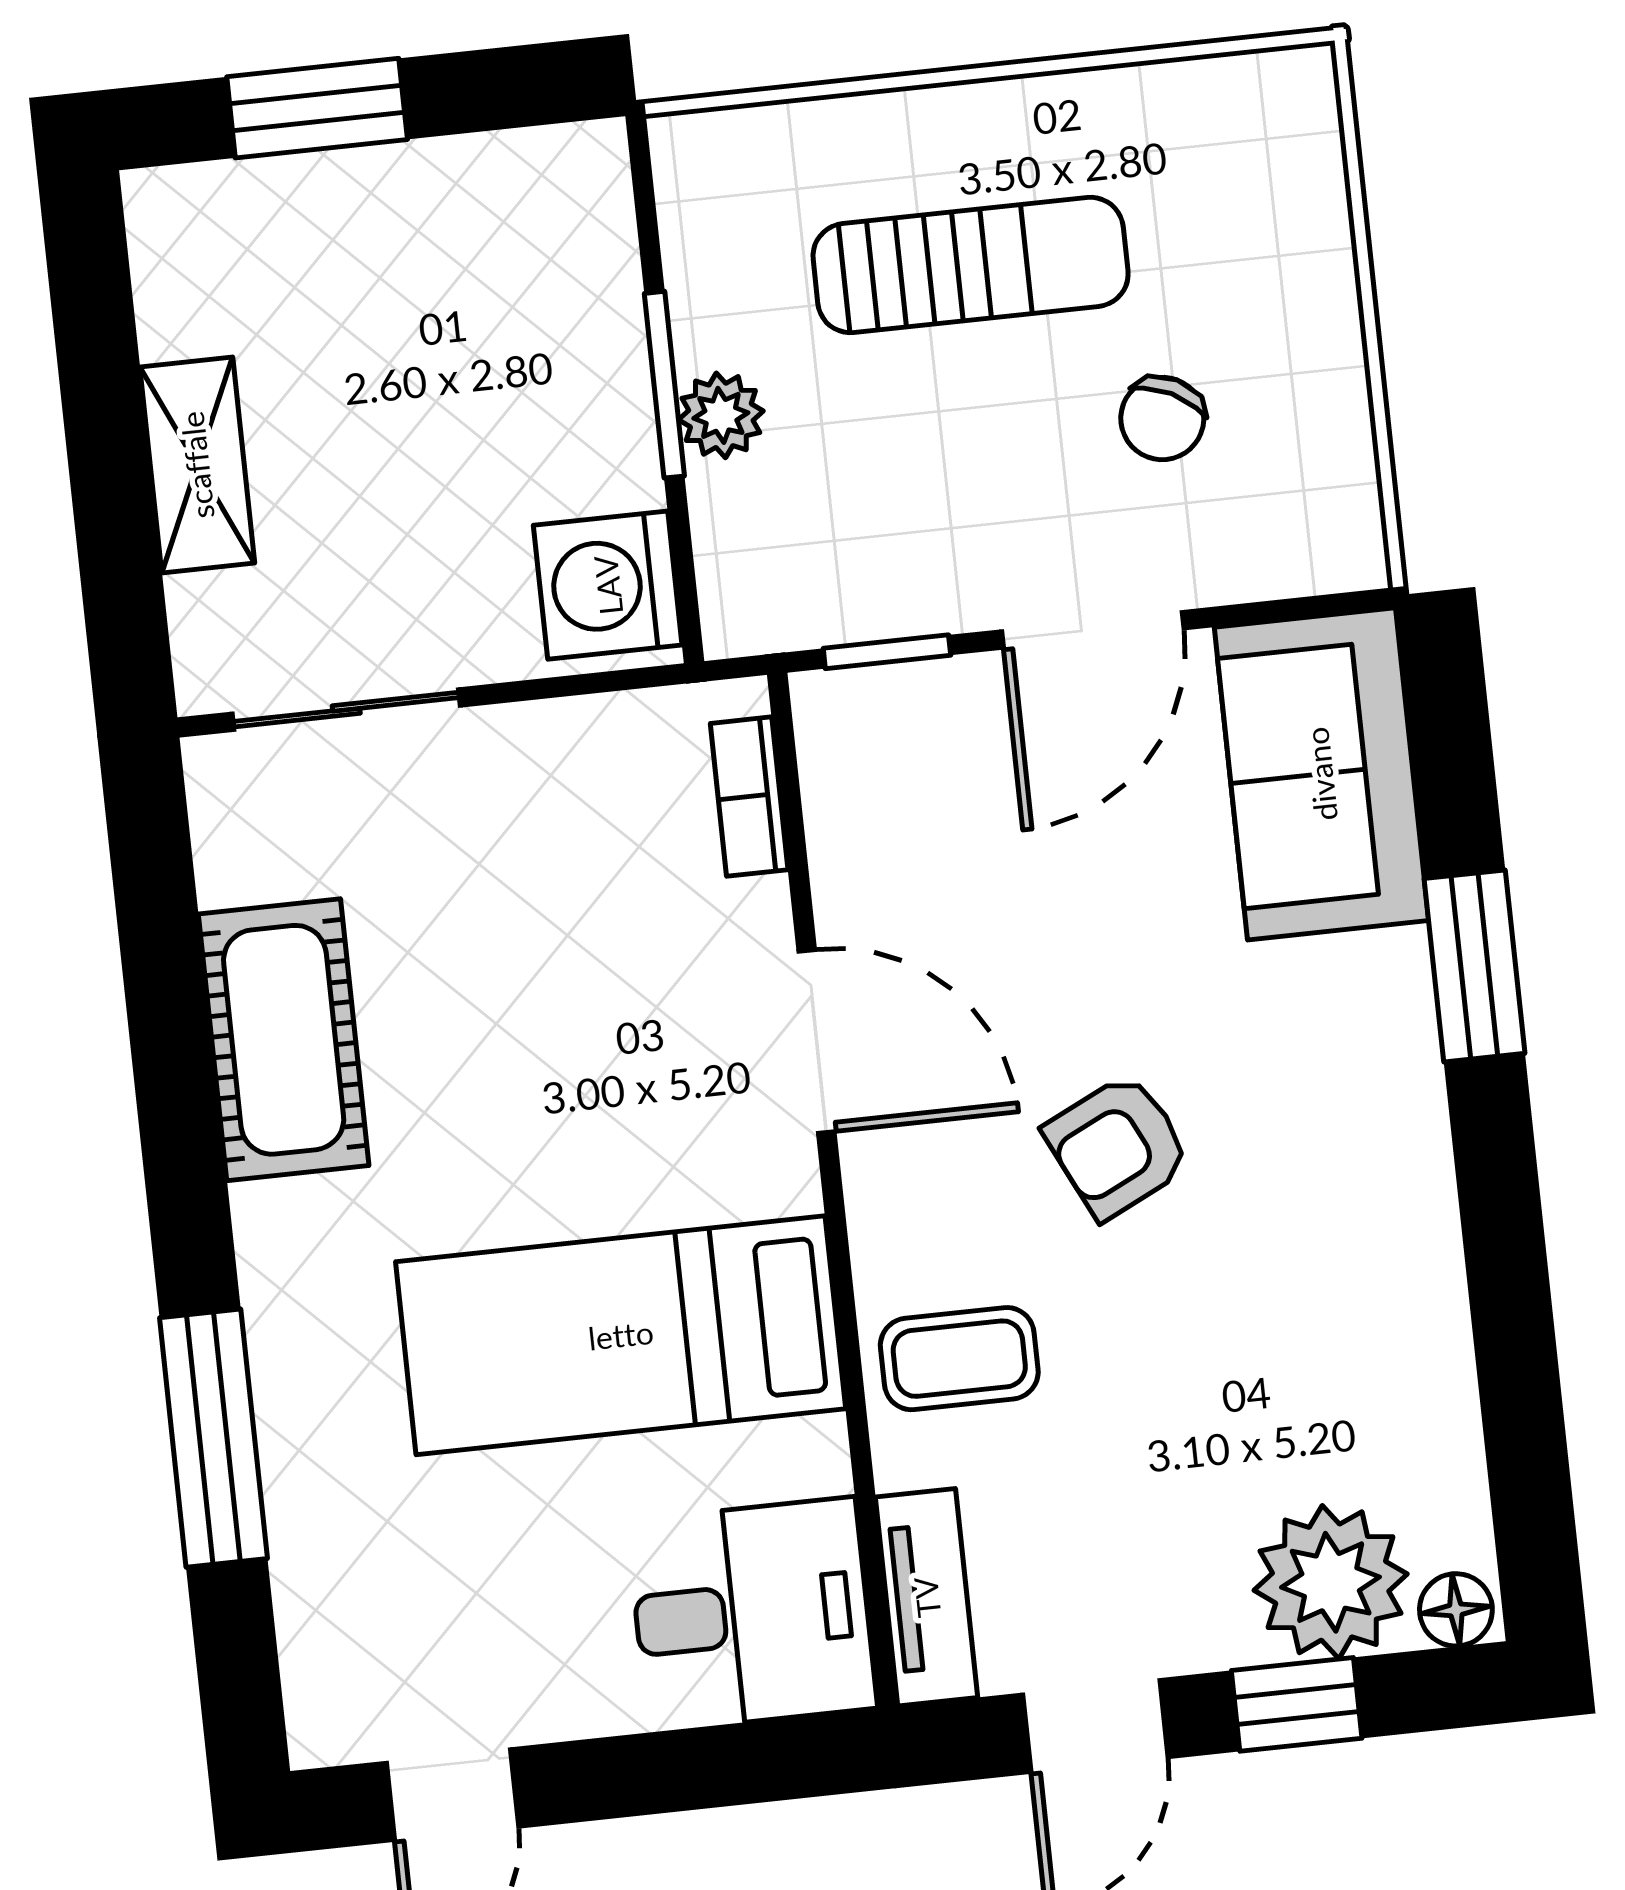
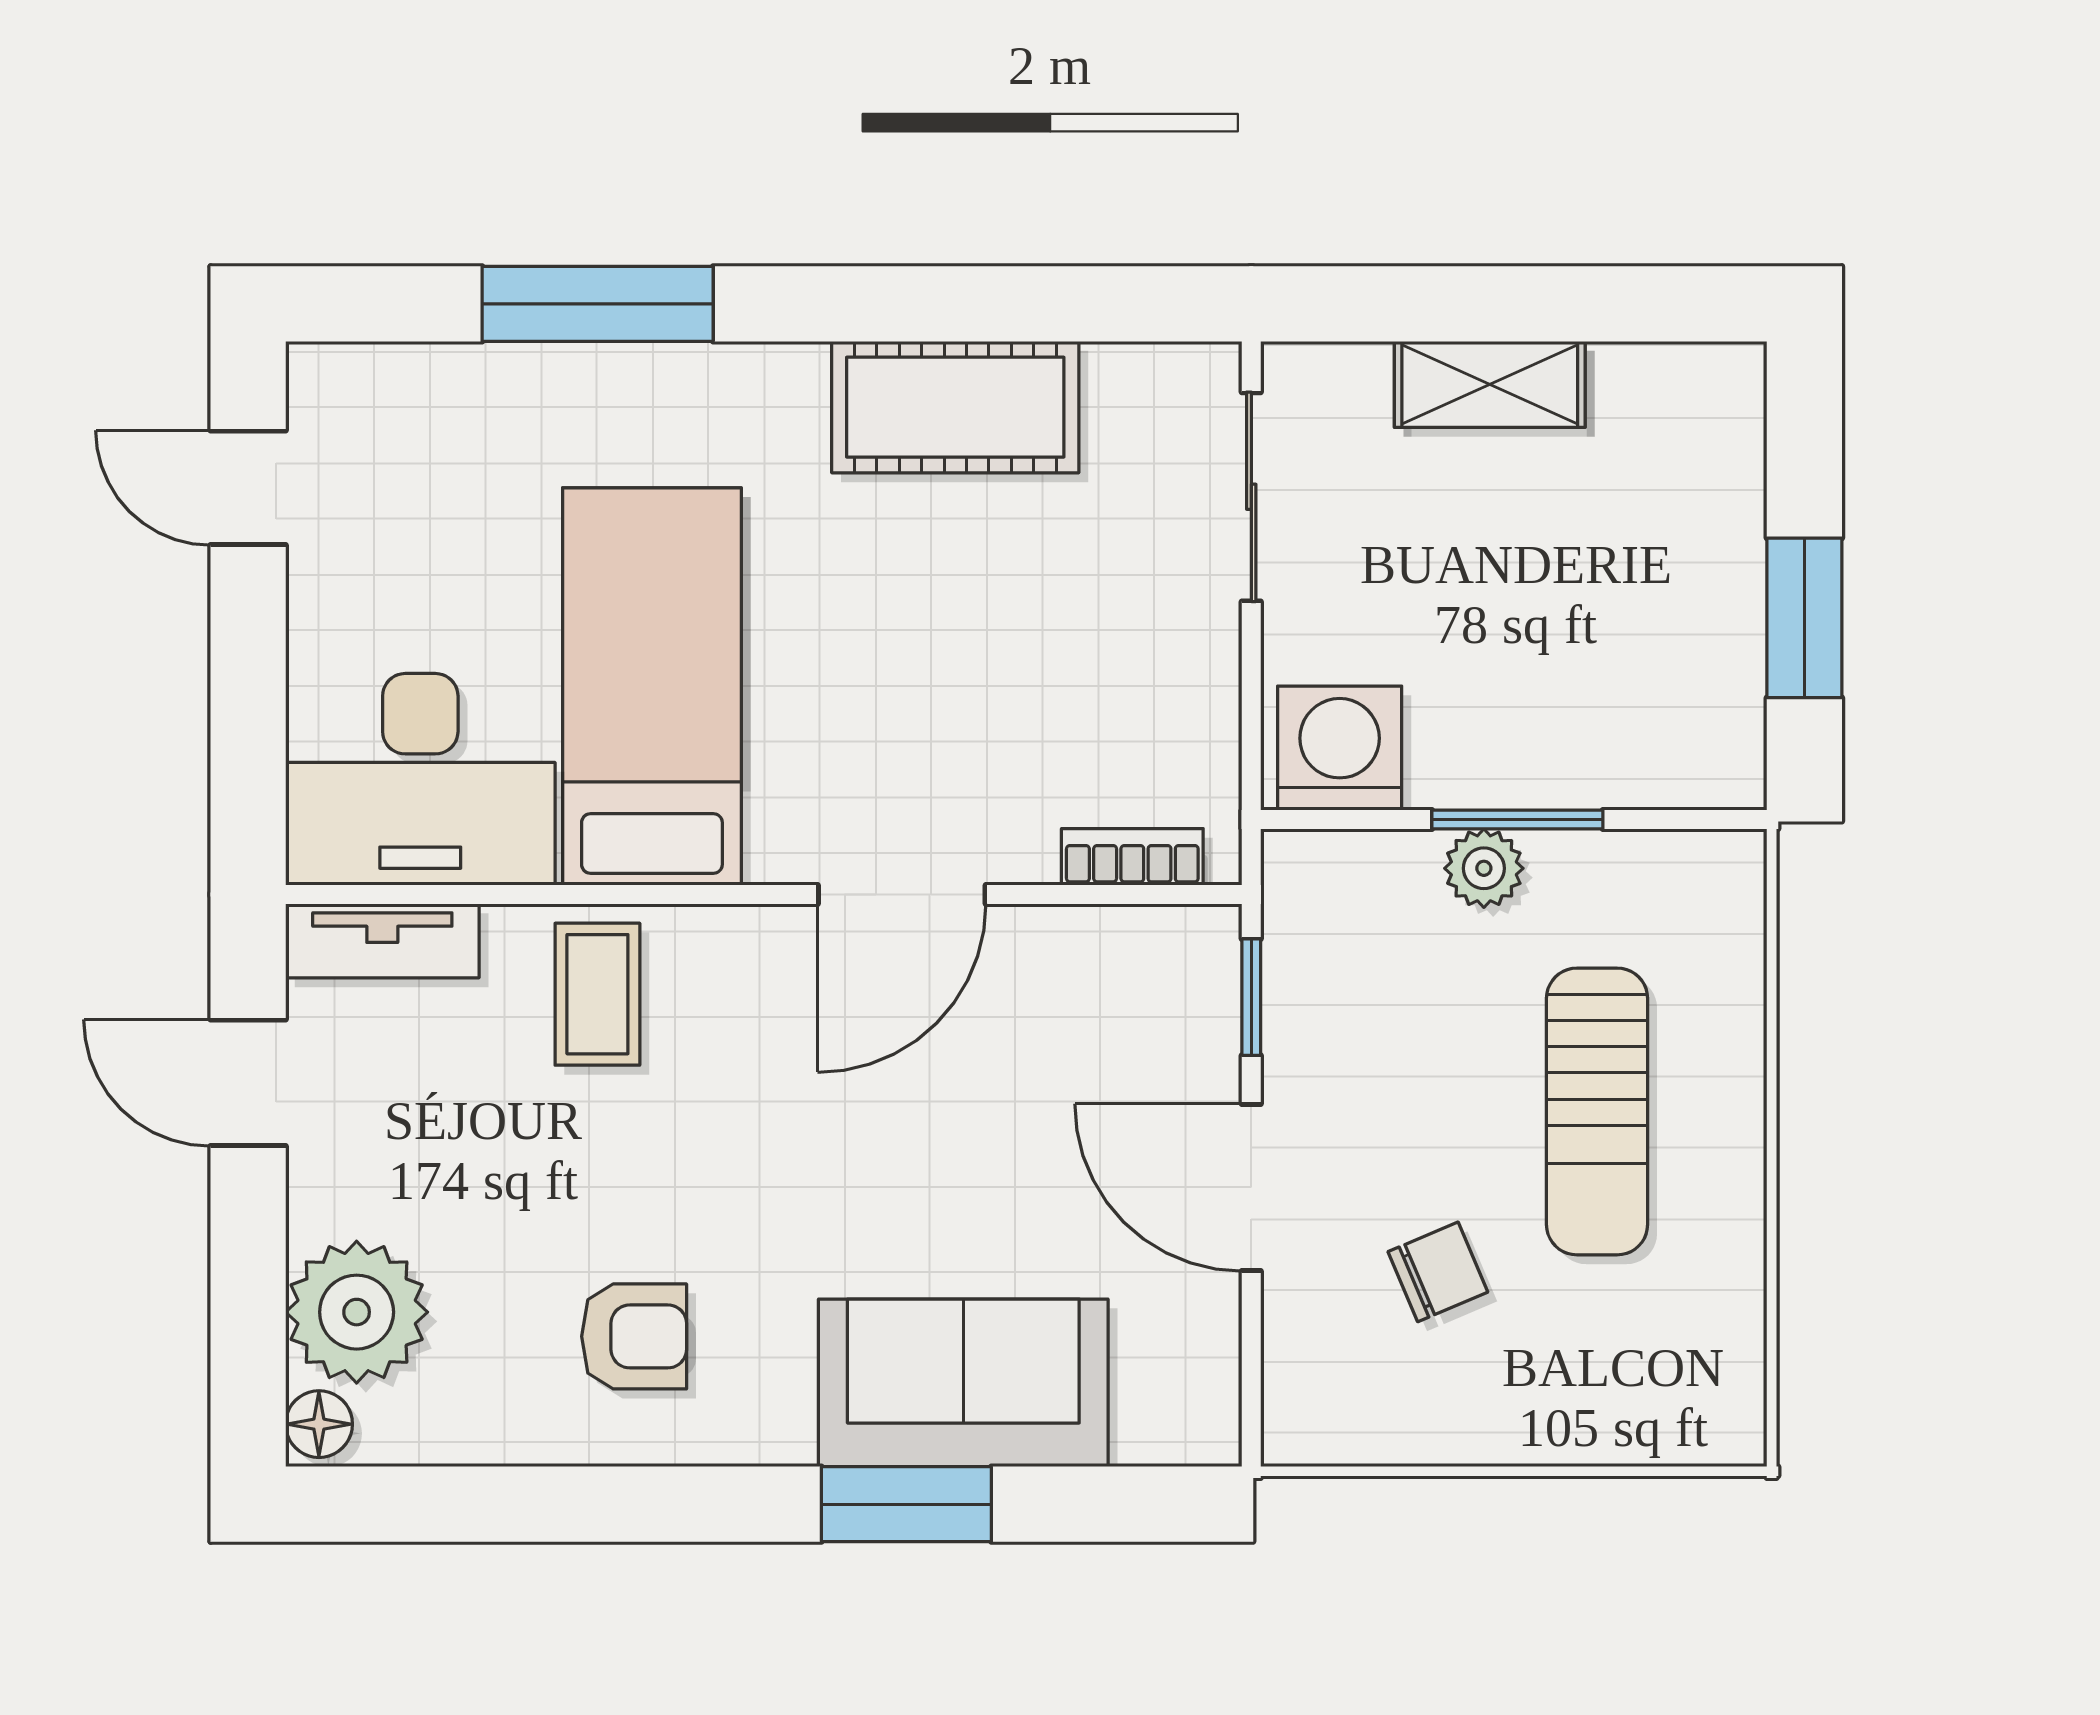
window: (317, 108) -> (1804, 618), moved
chair: (1162, 418) -> (1438, 1272), turned 130
sofa: (1321, 774) -> (963, 1383), moved
armchair: (1118, 1146) -> (634, 1336), moved, turned 116
desk: (752, 1614) -> (420, 779), width x1.37
window: (1297, 1704) -> (248, 1269), removed

